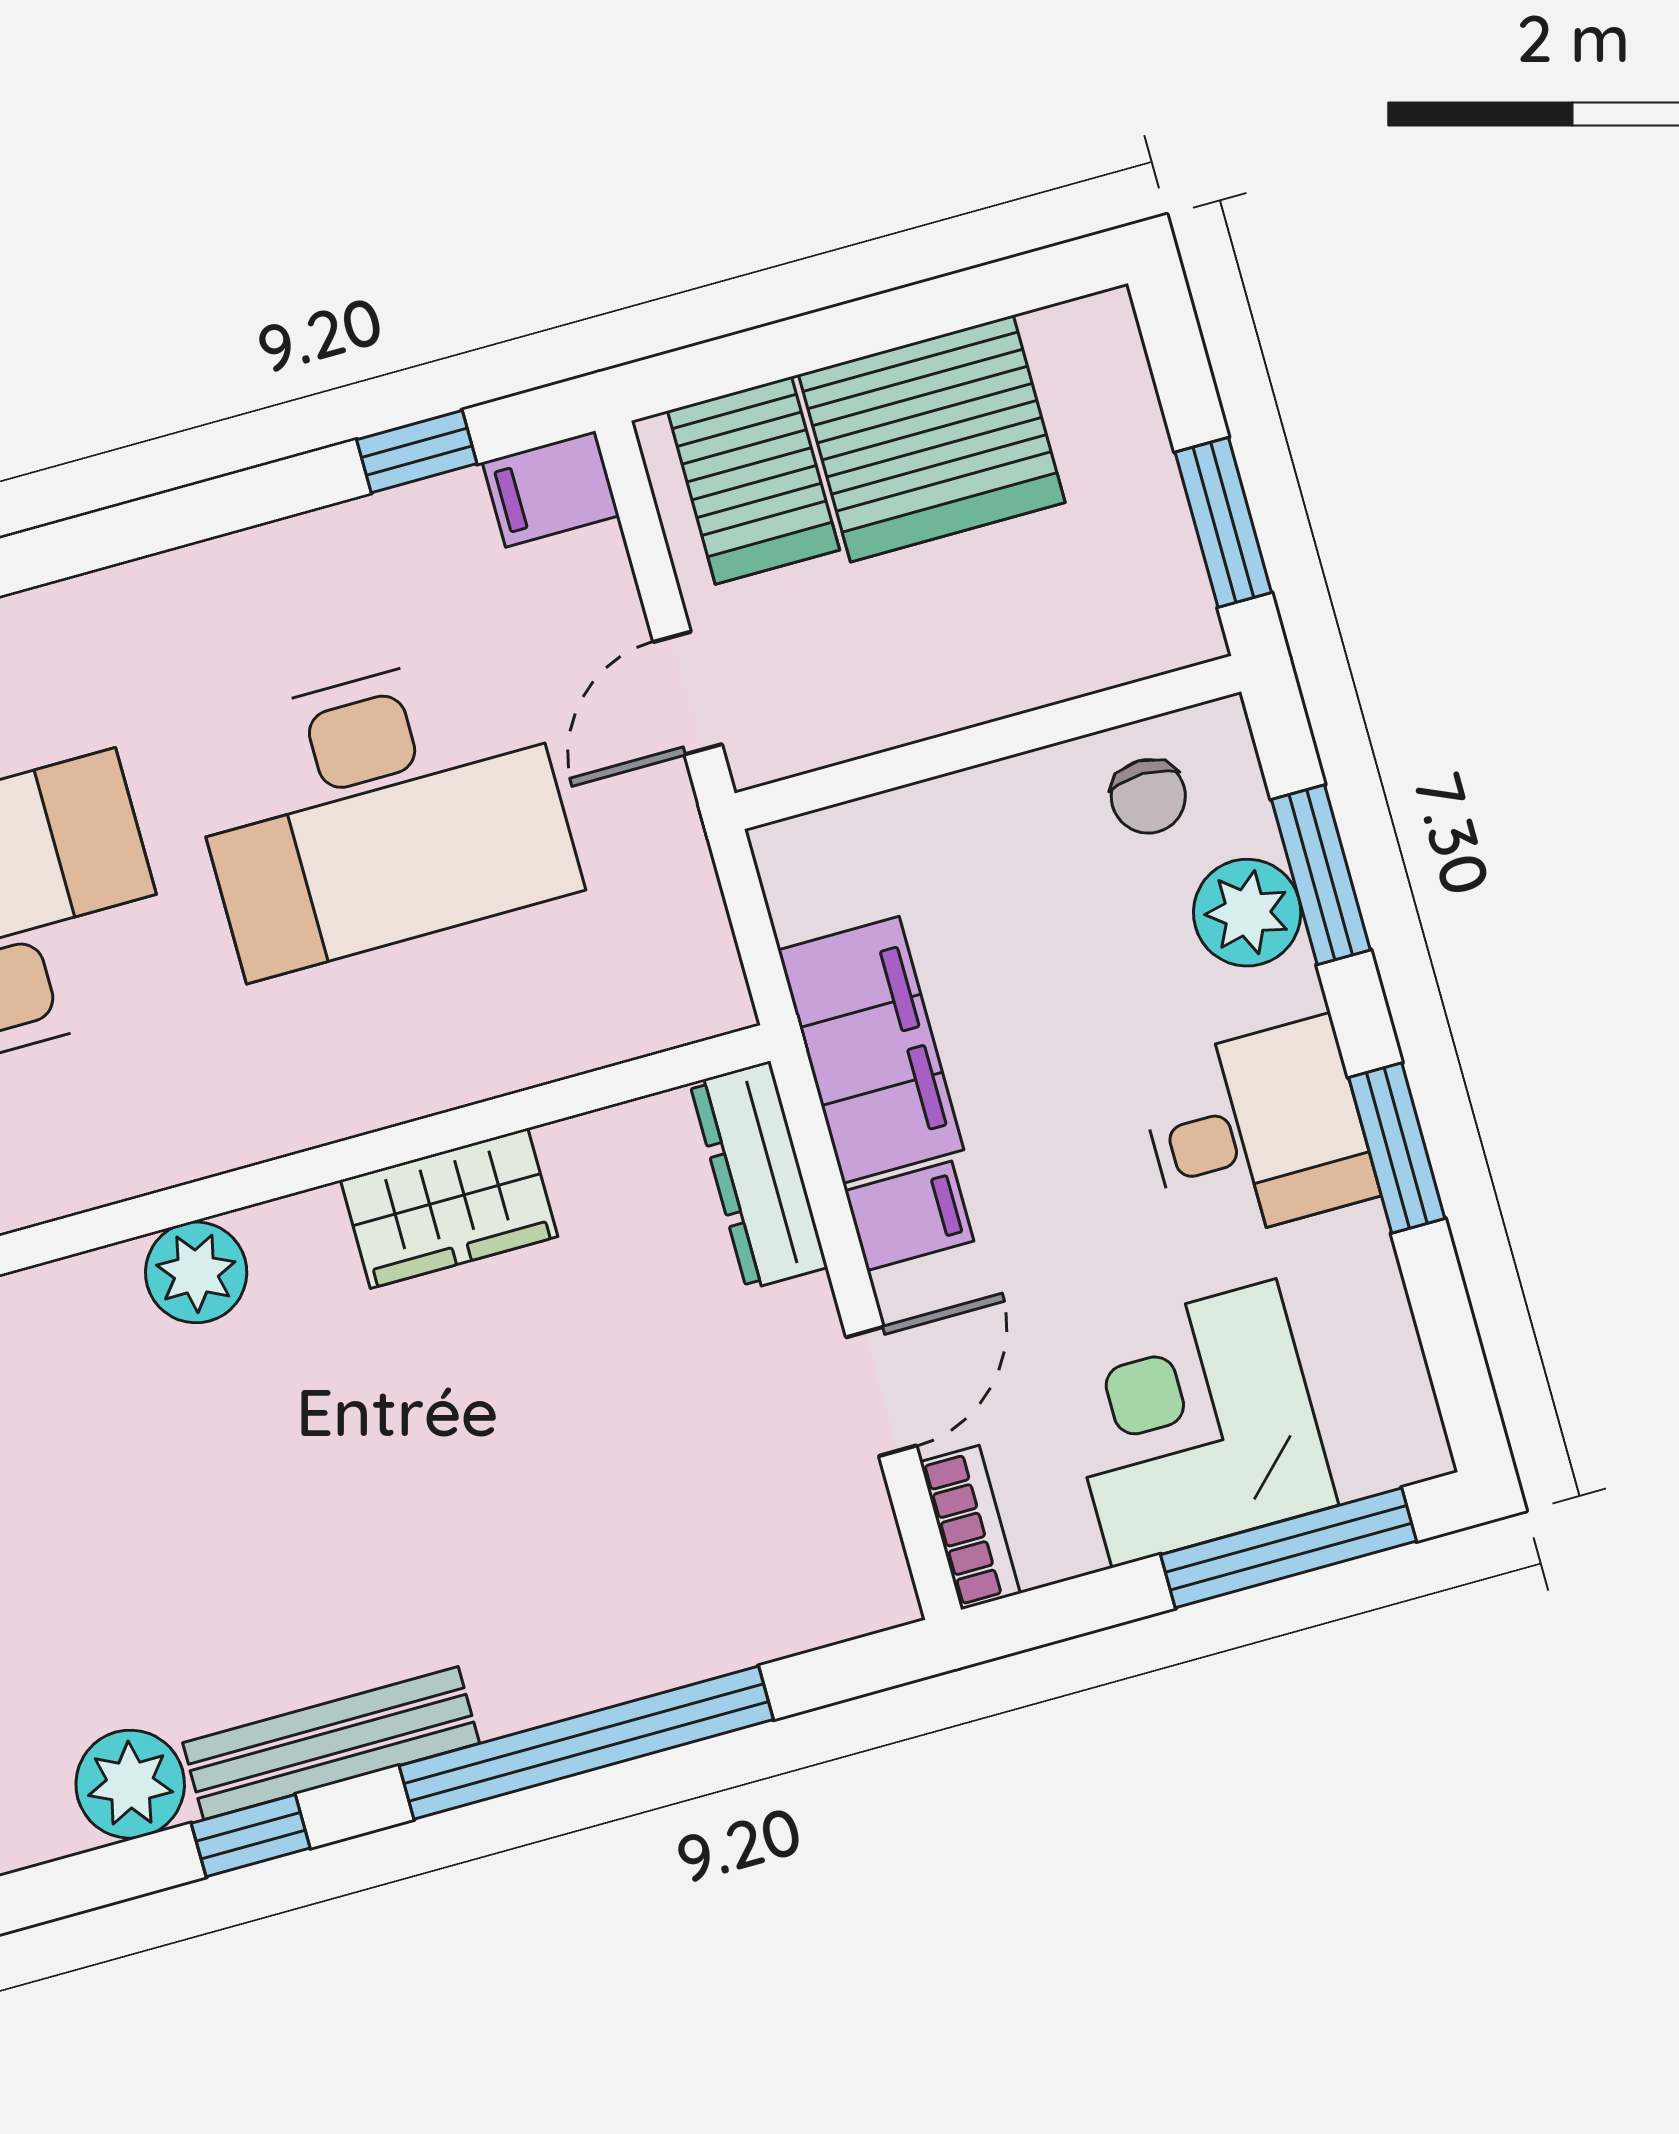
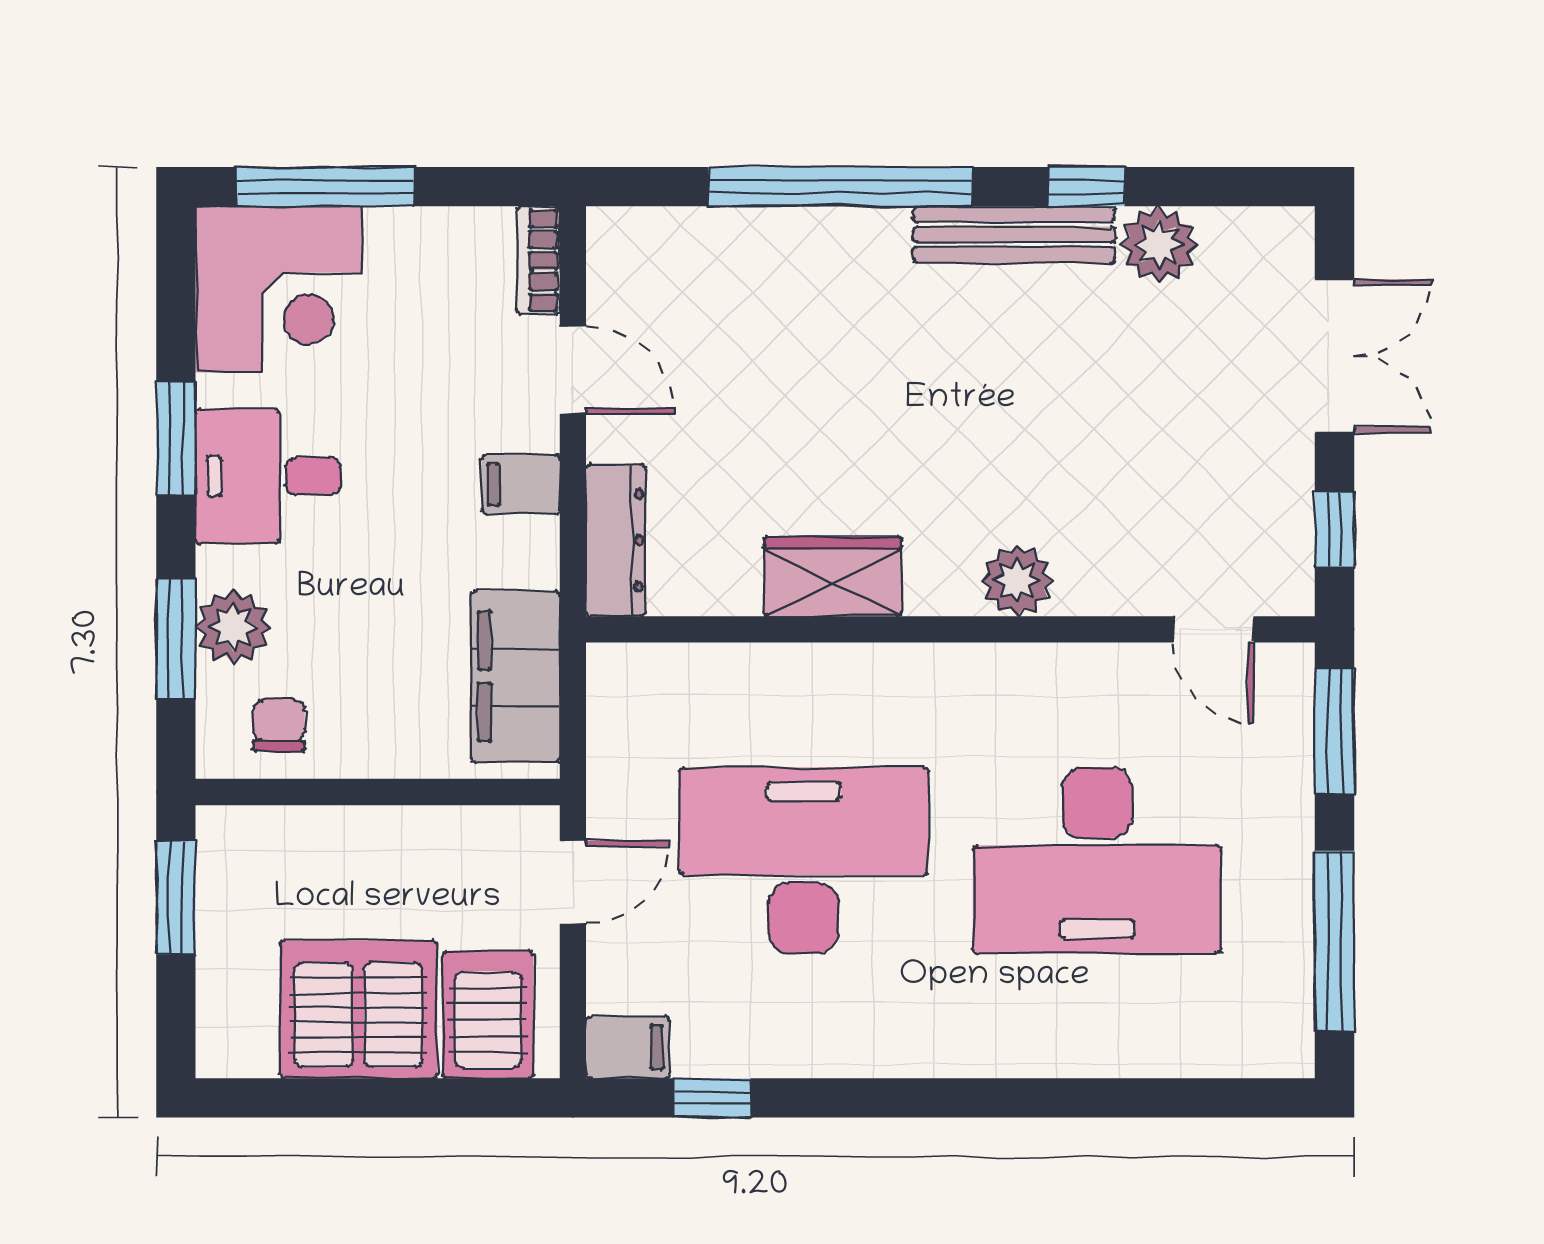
filing cabinet: (871, 1050) -> (515, 676), moved
door: (881, 1391) -> (573, 370), swing flipped
corner desk: (1194, 1423) -> (279, 289), moved

